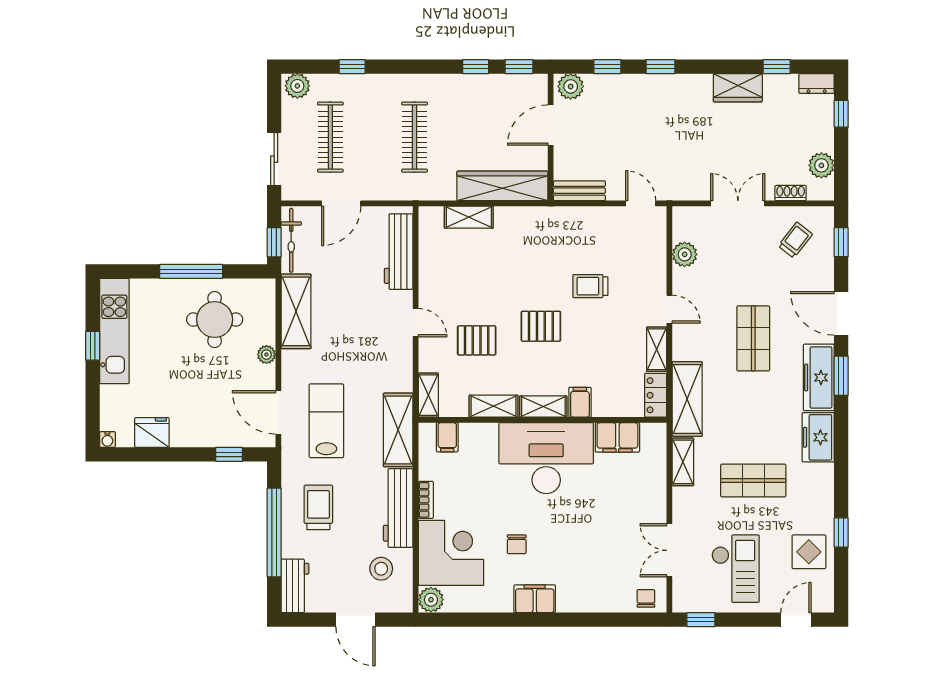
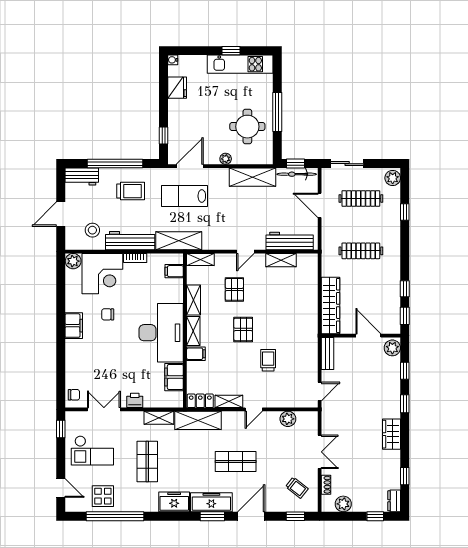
wardrobe: (738, 88) -> (392, 434), moved
shelving: (469, 217) -> (281, 260), moved, turned 90
lab bench: (326, 421) -> (184, 196), turned 180
printer: (655, 501) -> (135, 400), added
window: (841, 533) -> (115, 516), width x3.17

